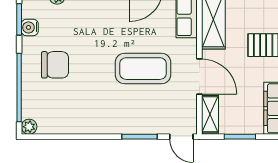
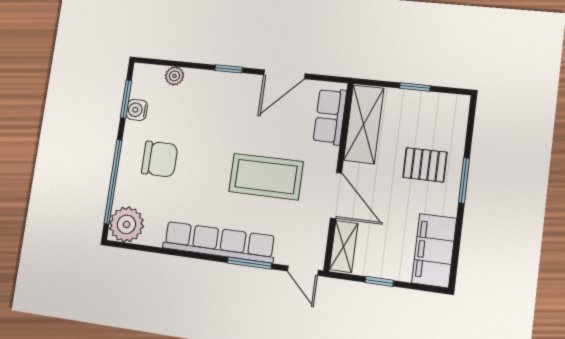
row of seats: (113, 124) -> (219, 242), added
plant: (29, 127) -> (126, 224), width x1.87, depth x1.87
window: (240, 137) -> (379, 281), width x0.67

